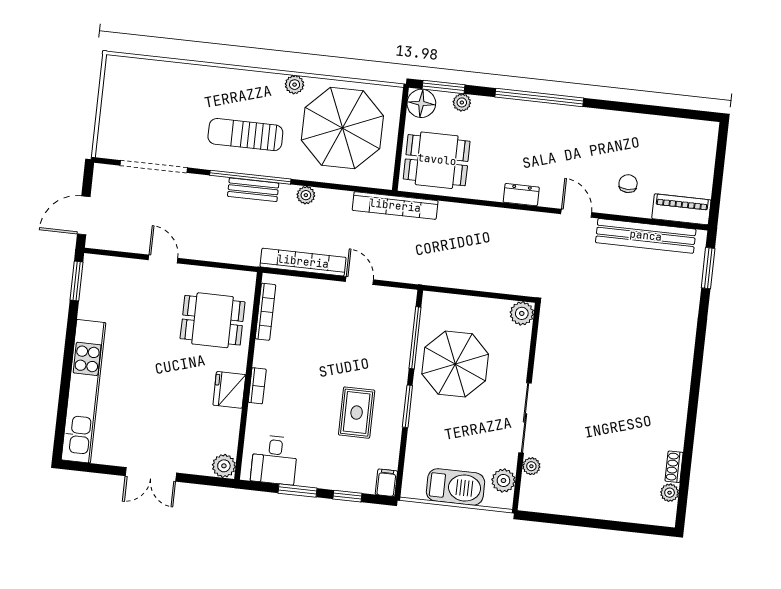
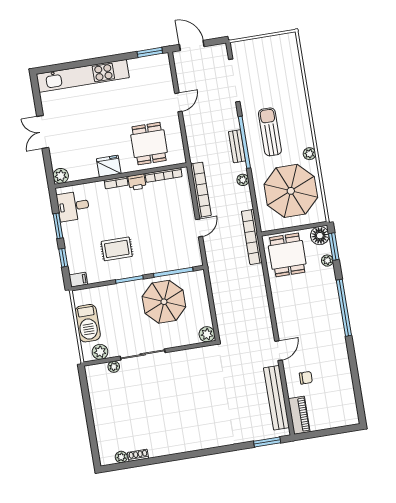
dresser: (521, 195) -> (280, 313), removed
printer: (265, 354) -> (137, 182), added

